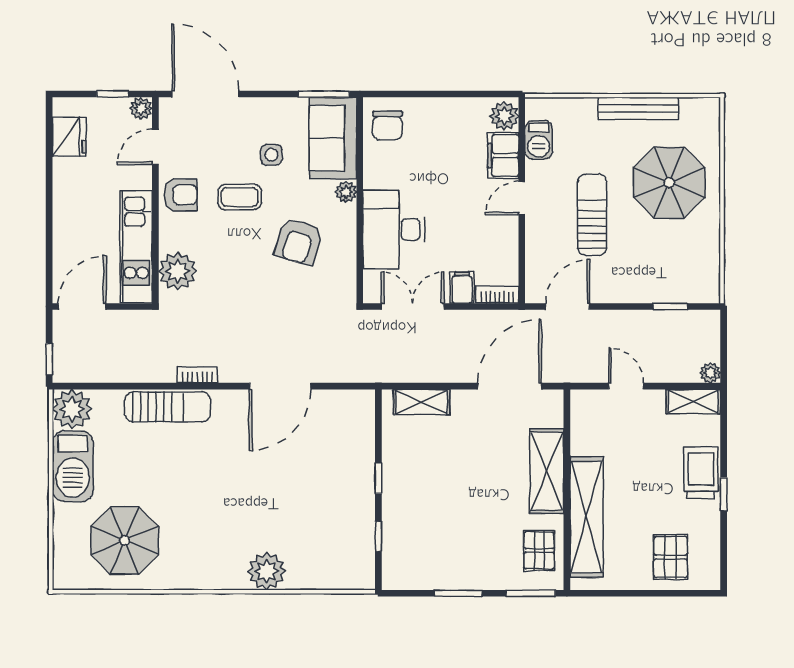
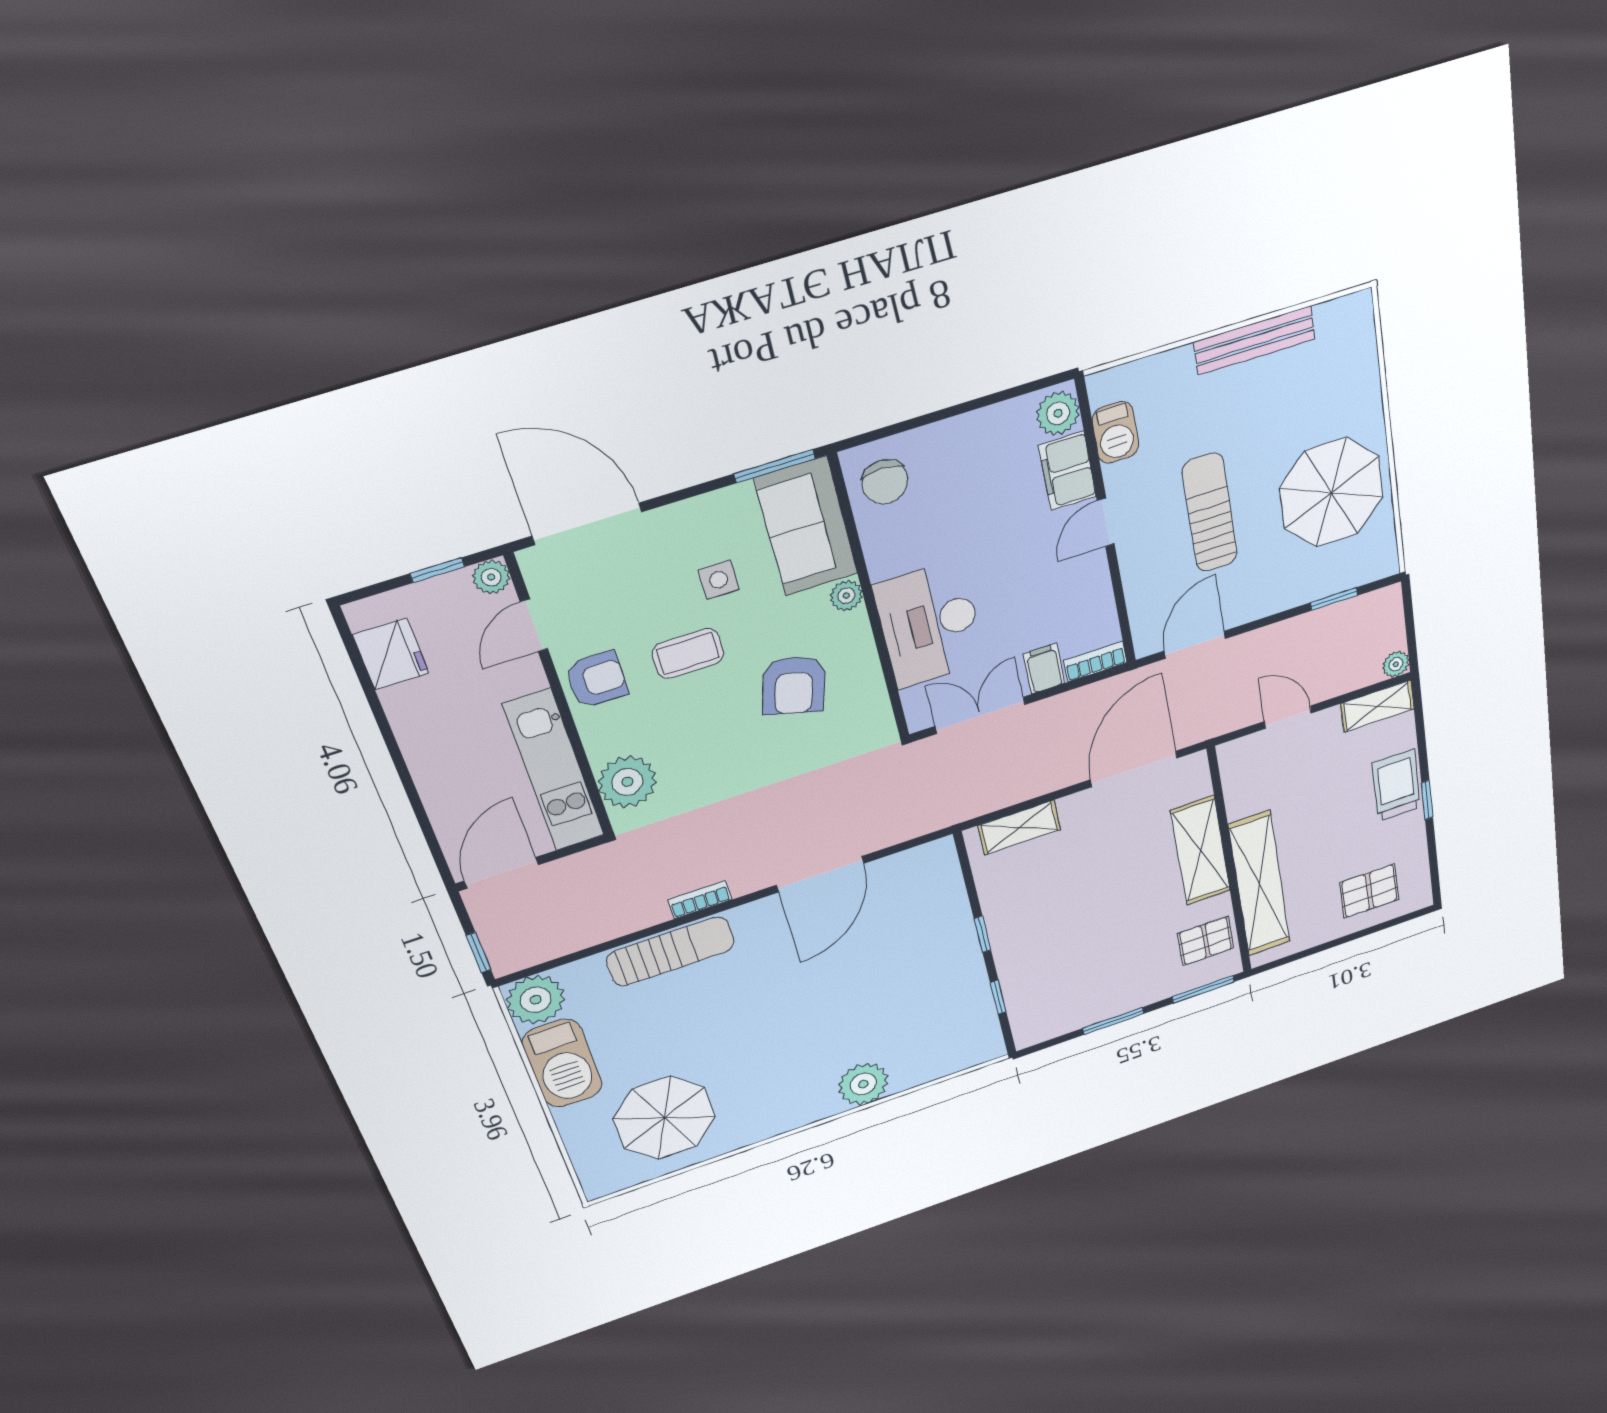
parasol: (669, 183) -> (1331, 493), moved
pallet: (539, 551) -> (1206, 941), turned 90
pallet: (671, 557) -> (1369, 891), turned 90

